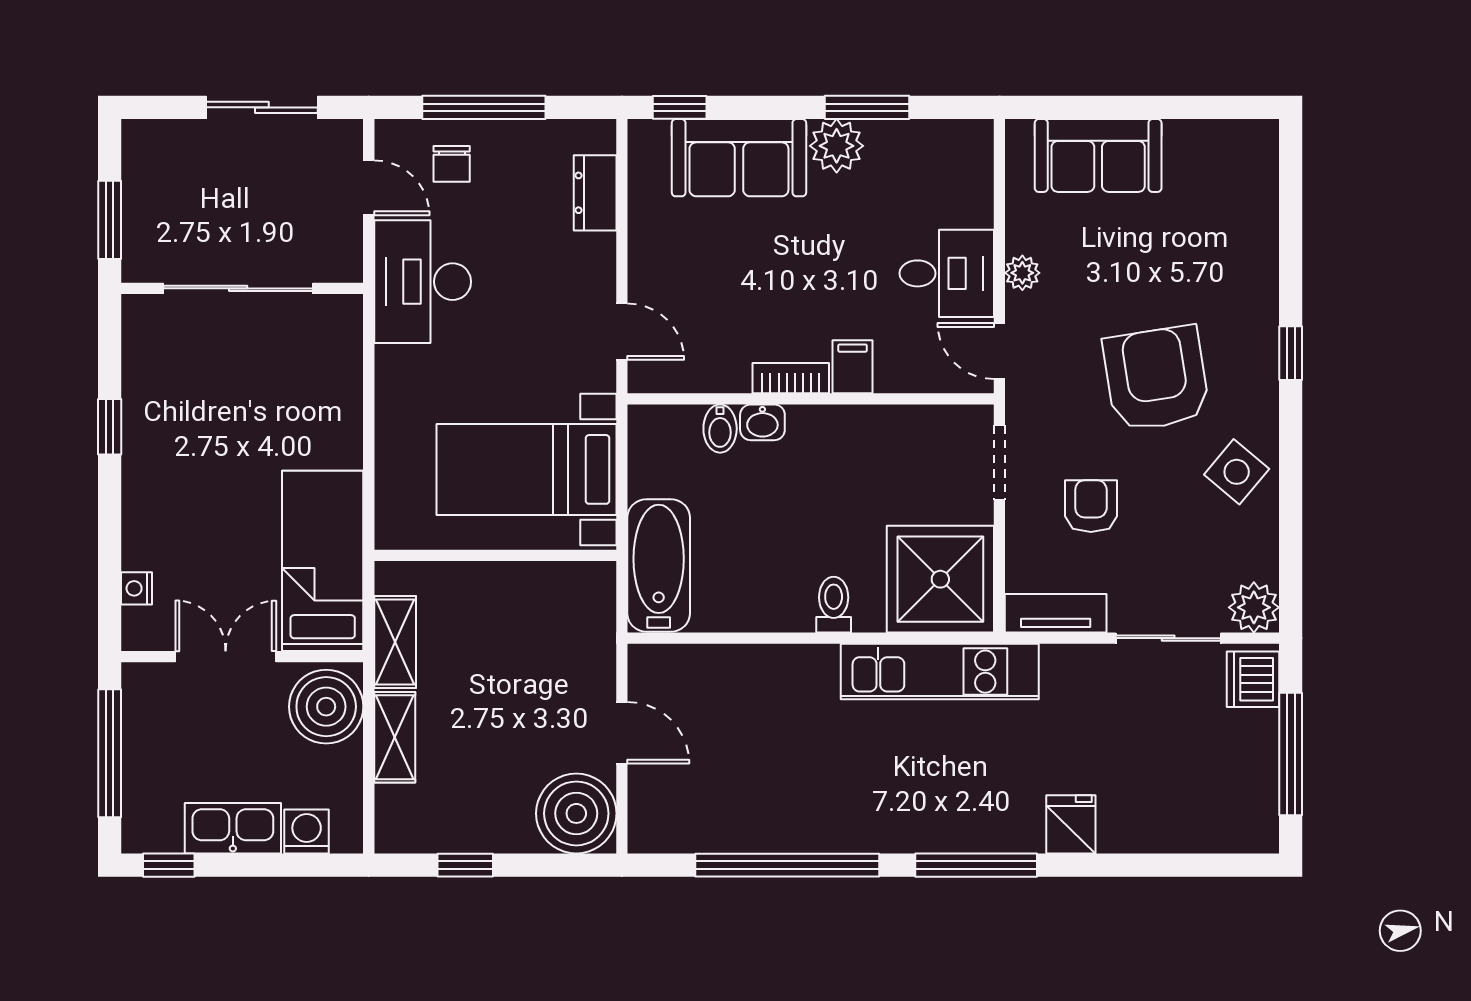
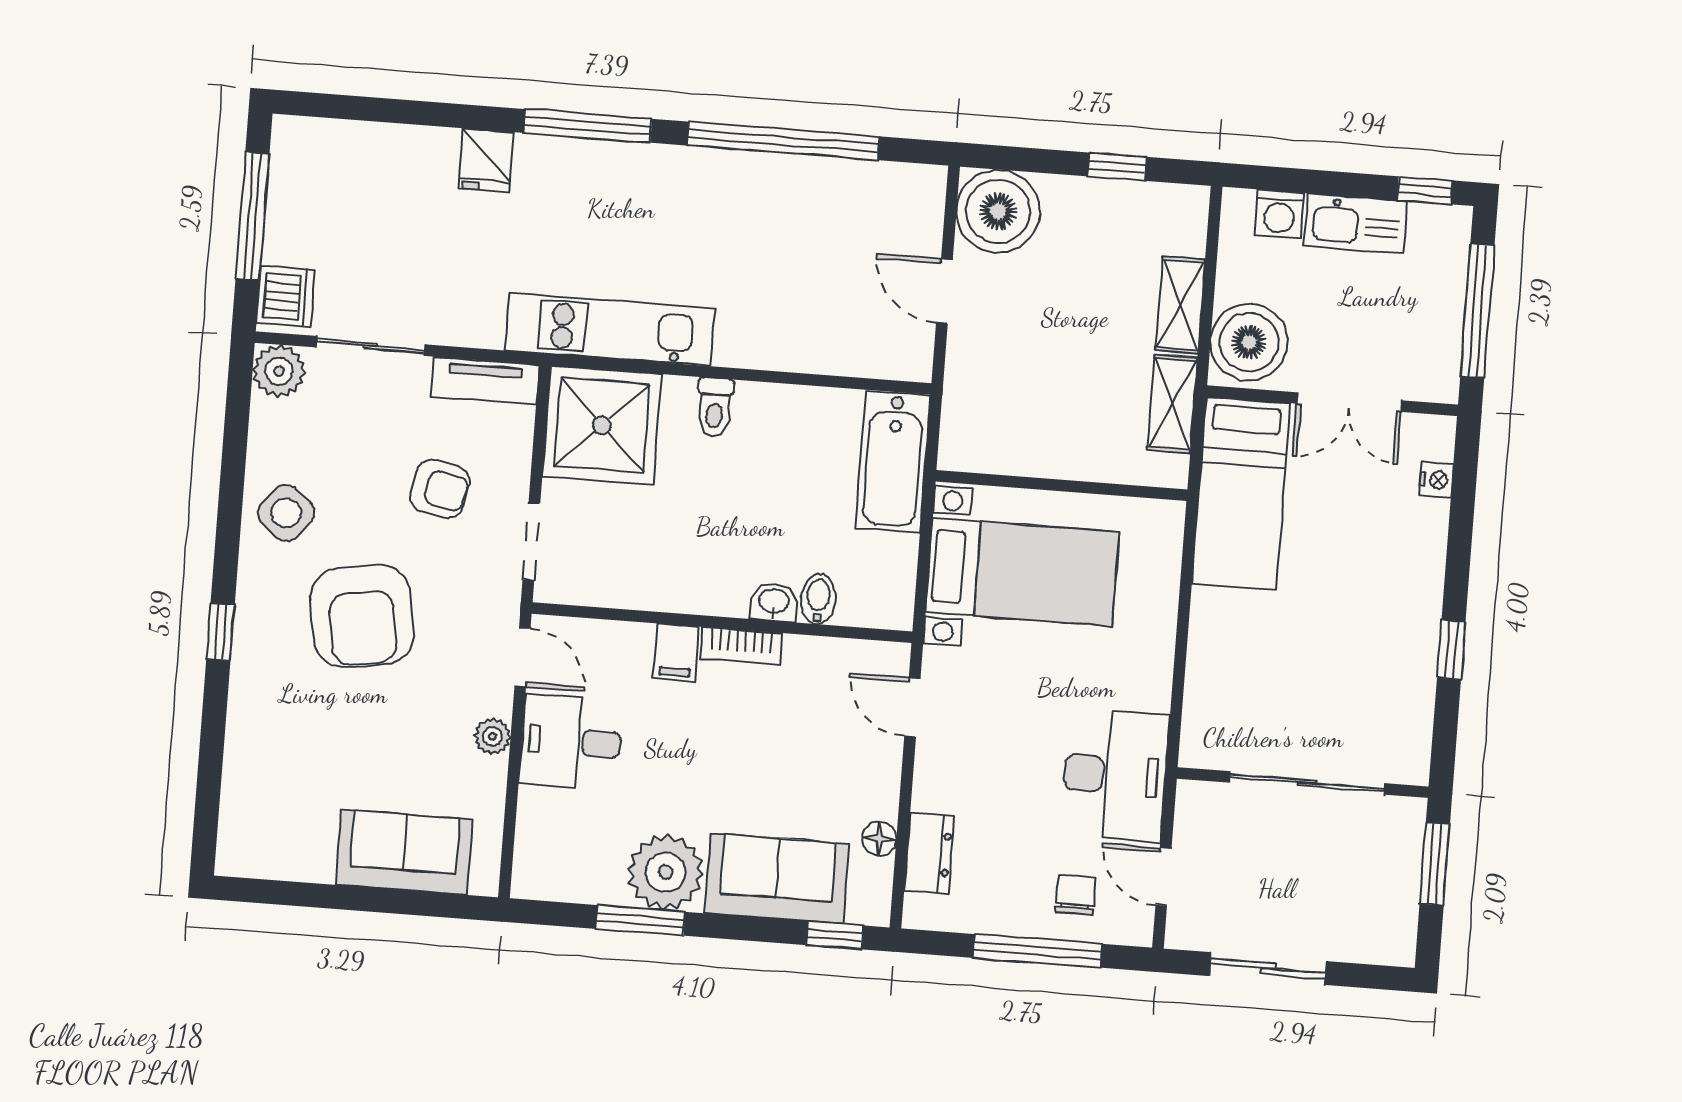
plant: (837, 146) -> (666, 872), width x1.36, depth x1.36
floor lamp: (644, 204) -> (879, 838), added
armchair: (1091, 506) -> (440, 489), turned -79

